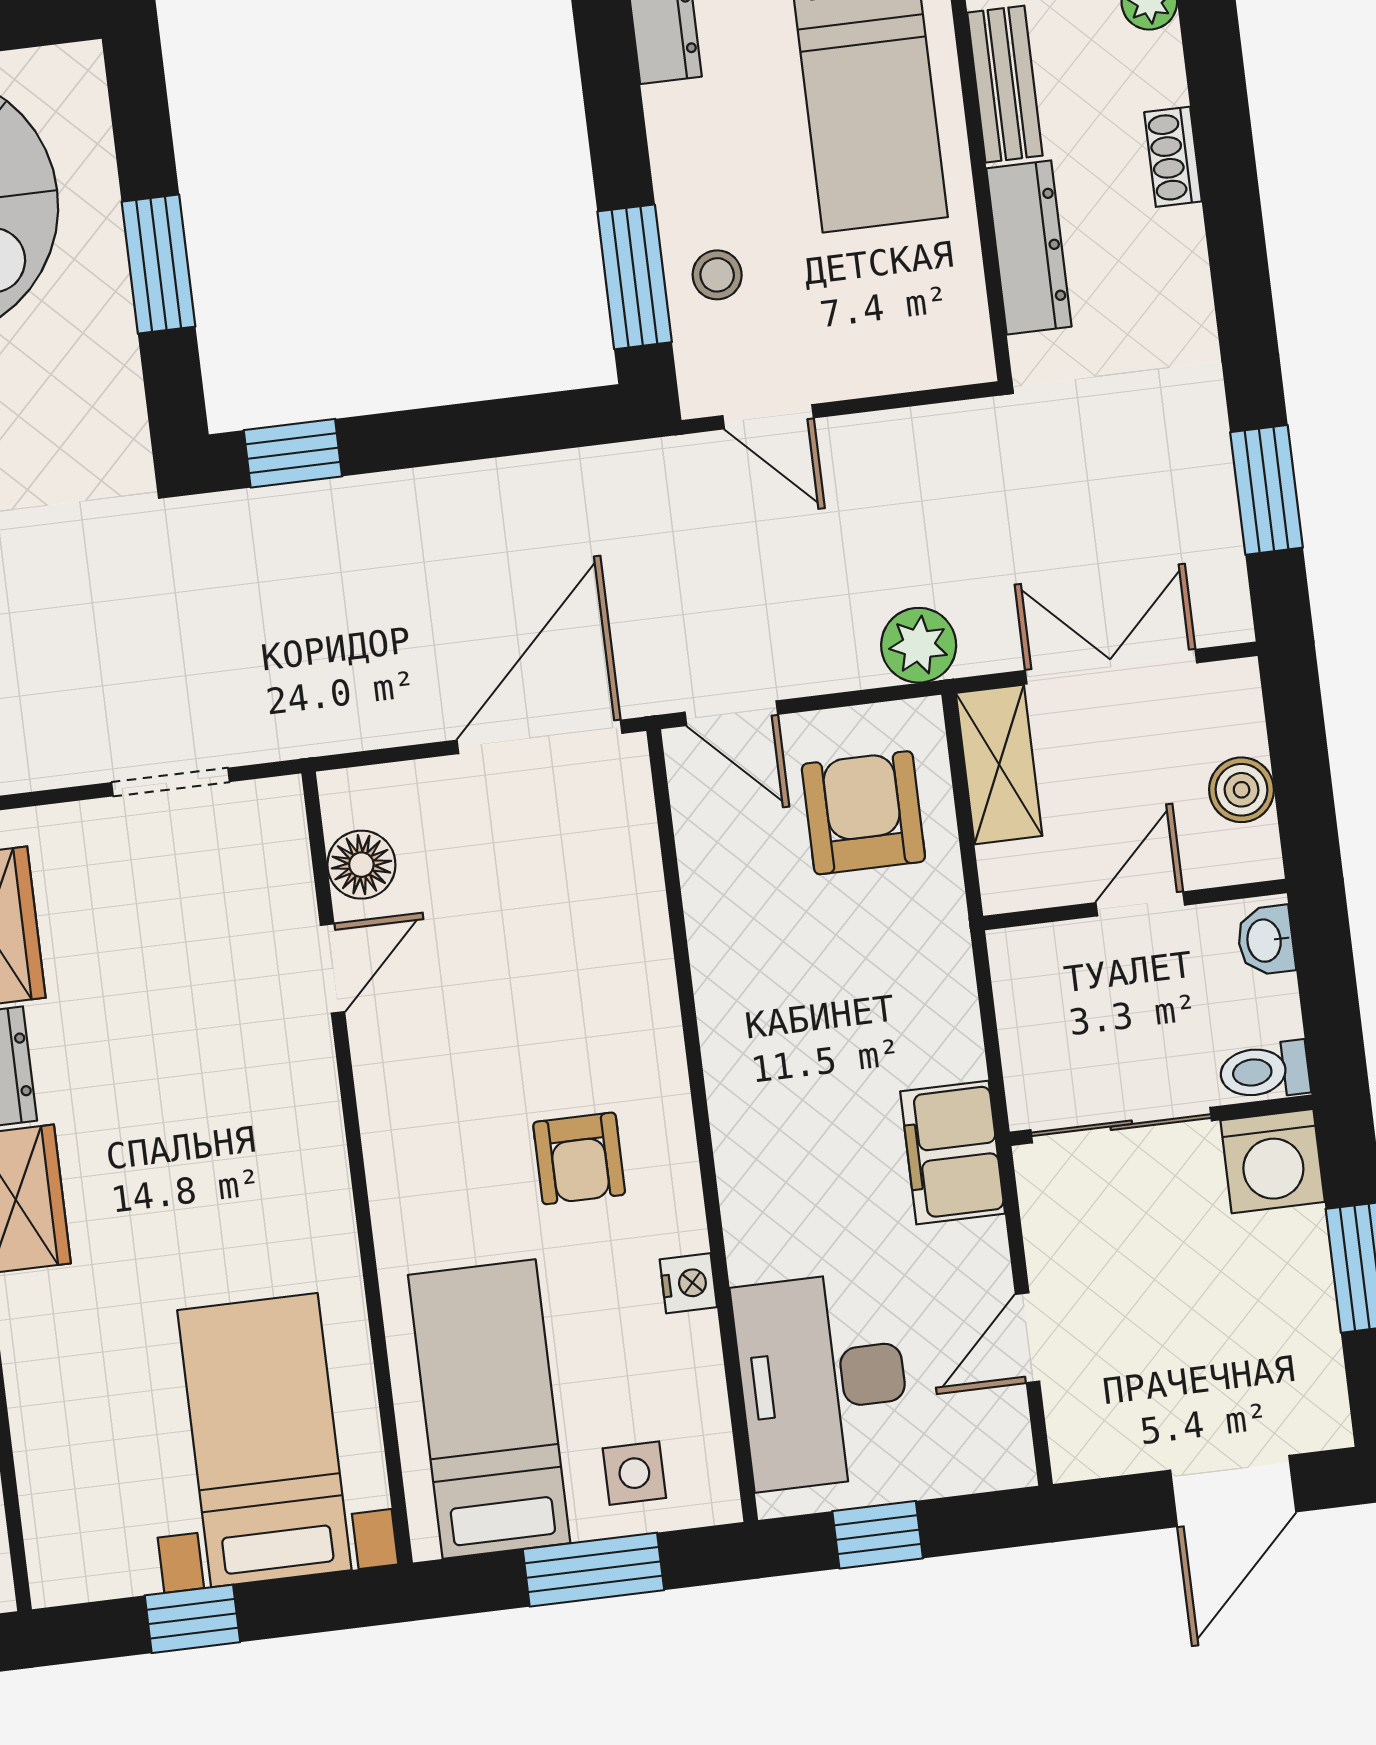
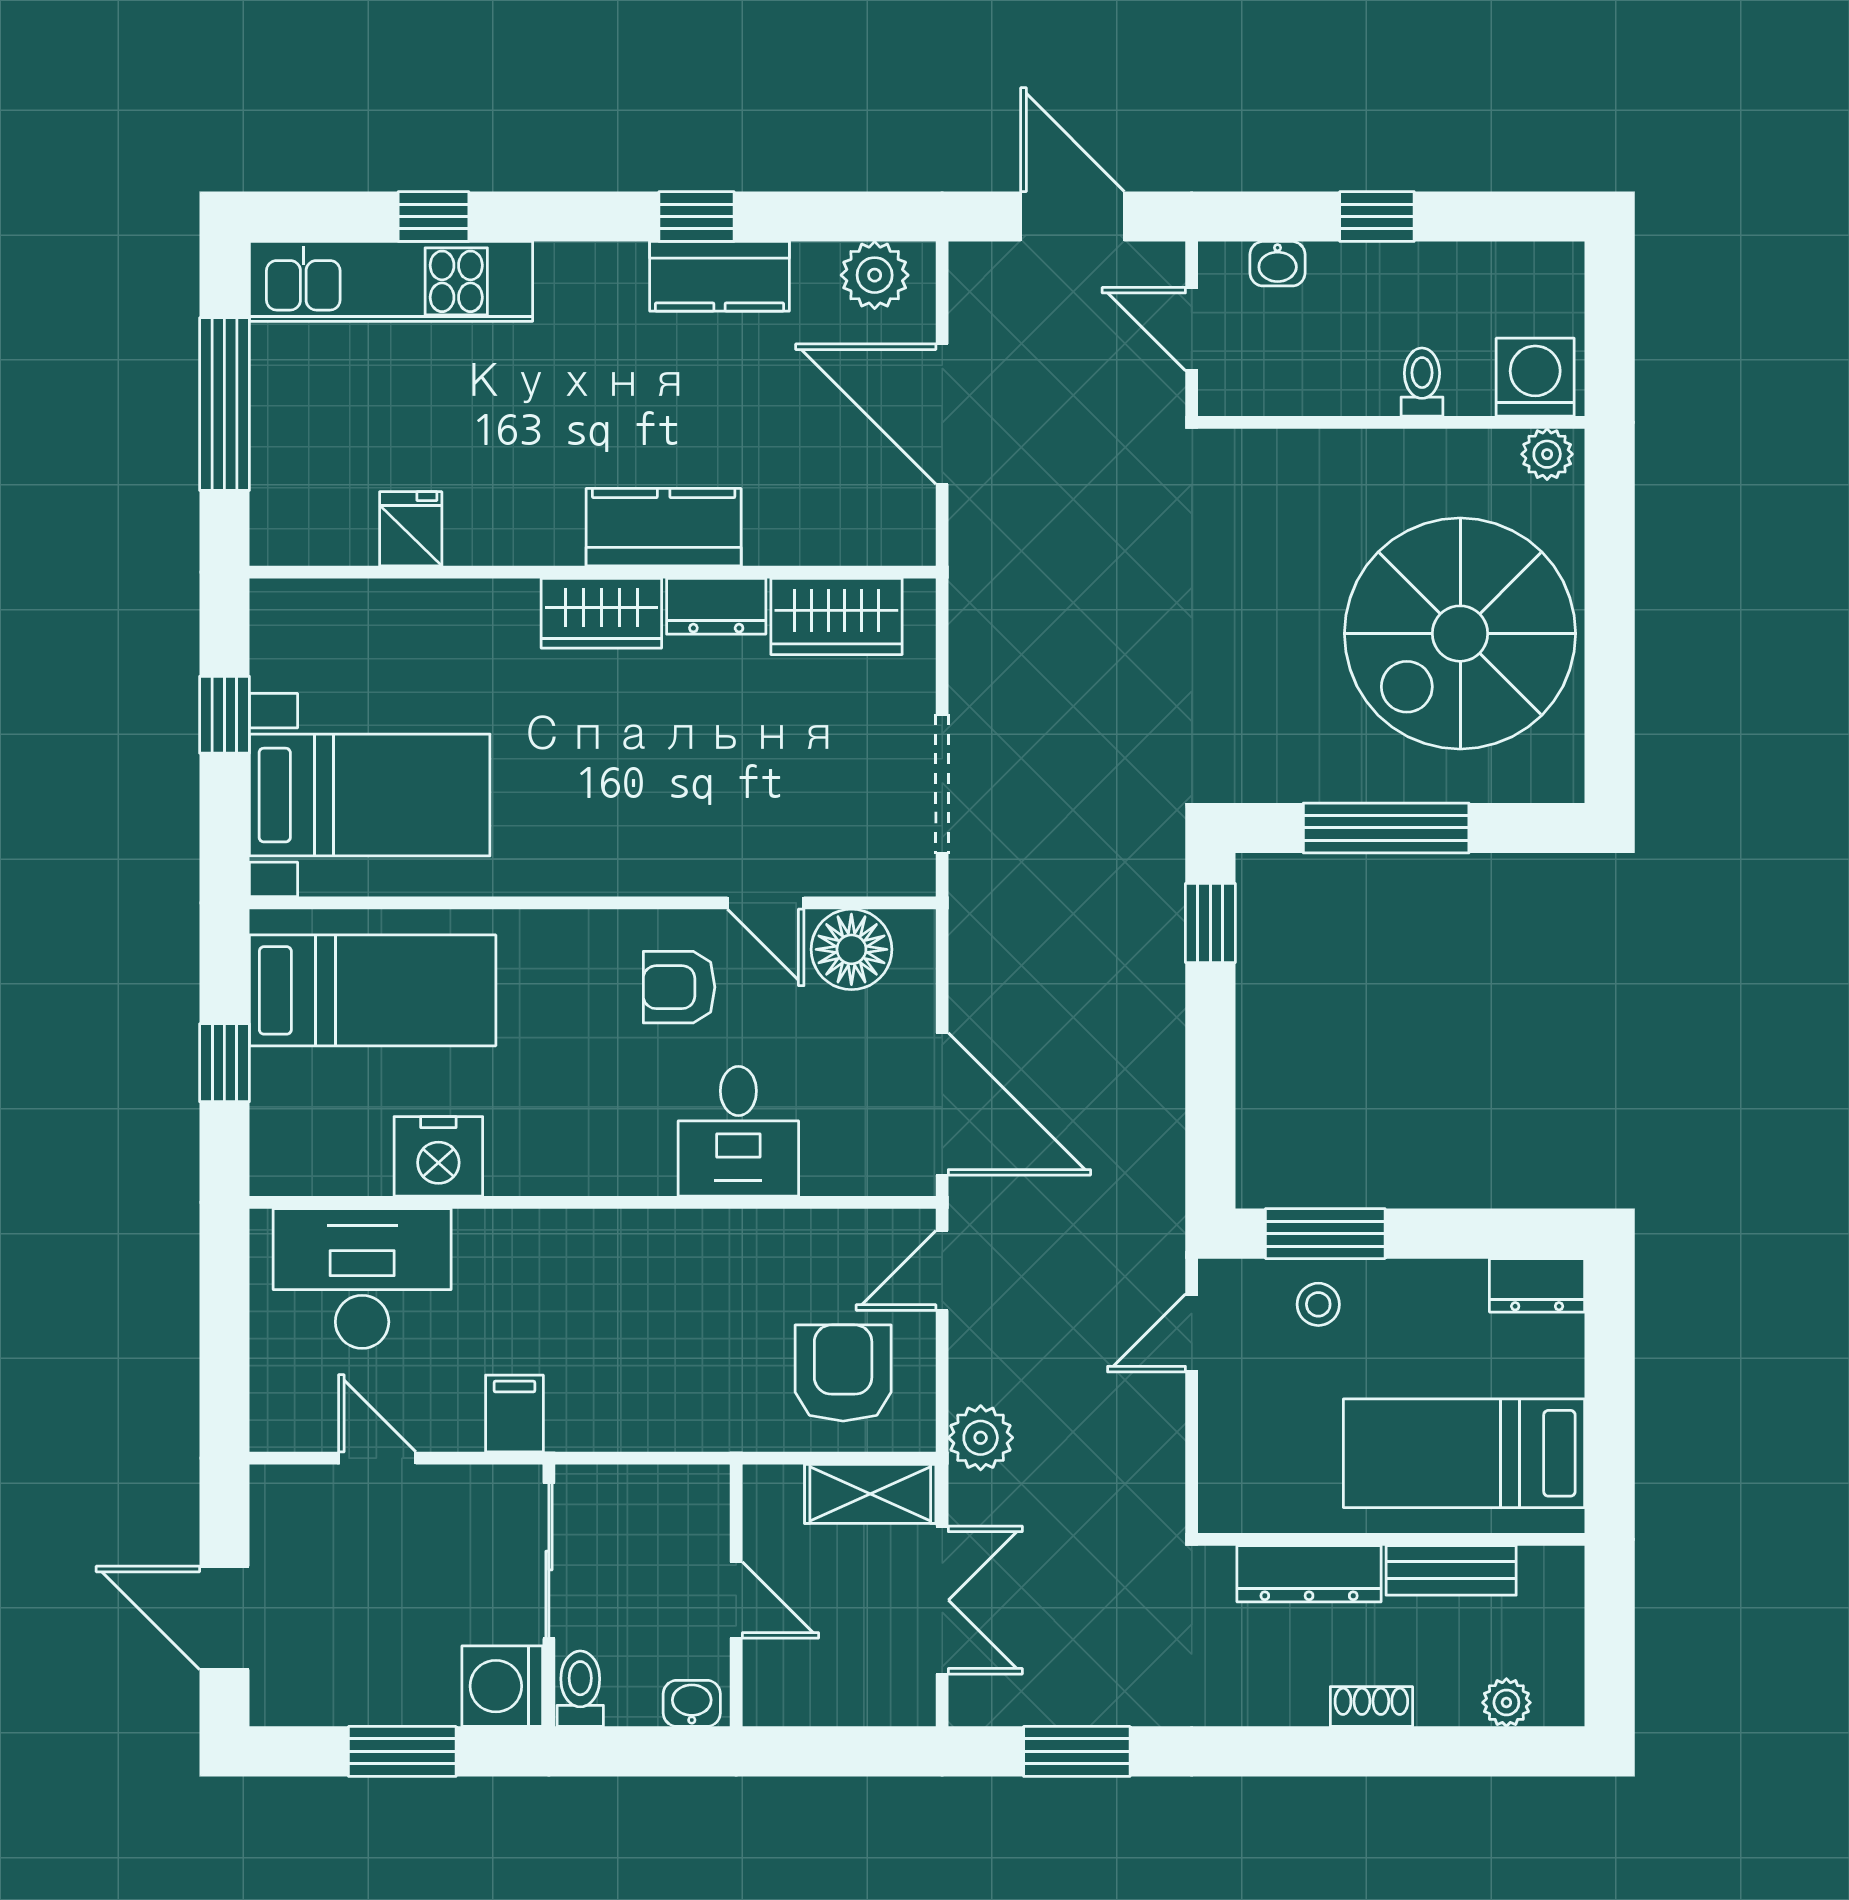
window: (159, 264) -> (1386, 828), width x1.44
doorway: (171, 782) -> (942, 784), width x1.38
boiler: (1242, 790) -> (823, 1699), removed
armchair: (863, 813) -> (843, 1373), turned -90
floor lamp: (361, 865) -> (851, 949), width x1.38, depth x1.38
desk: (600, 968) -> (738, 1131), added
filing cabinet: (953, 1153) -> (514, 1413), width x0.50
armchair: (579, 1158) -> (679, 987), moved
nightstand: (688, 1283) -> (438, 1156), width x1.89, depth x1.79
side table: (634, 1473) -> (303, 1108), removed
window: (878, 1535) -> (224, 1309), removed
window: (593, 1570) -> (224, 1063), width x0.67

